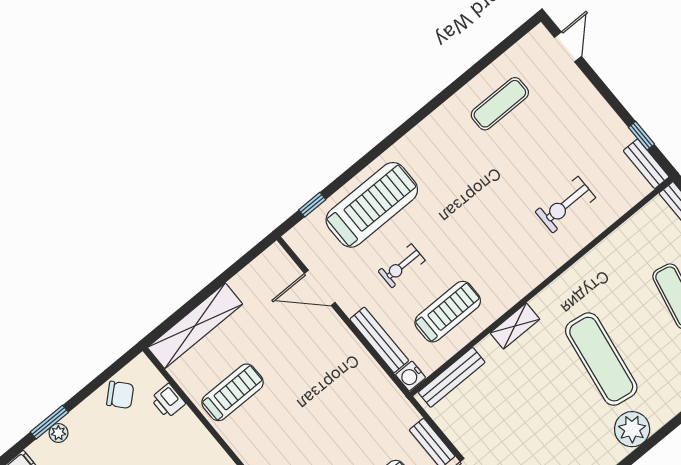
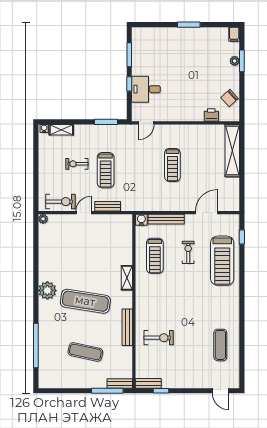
exercise bike: (565, 205) -> (159, 338), turned 90
bench: (452, 377) -> (127, 327), moved
treadmill: (233, 392) -> (172, 165), moved

